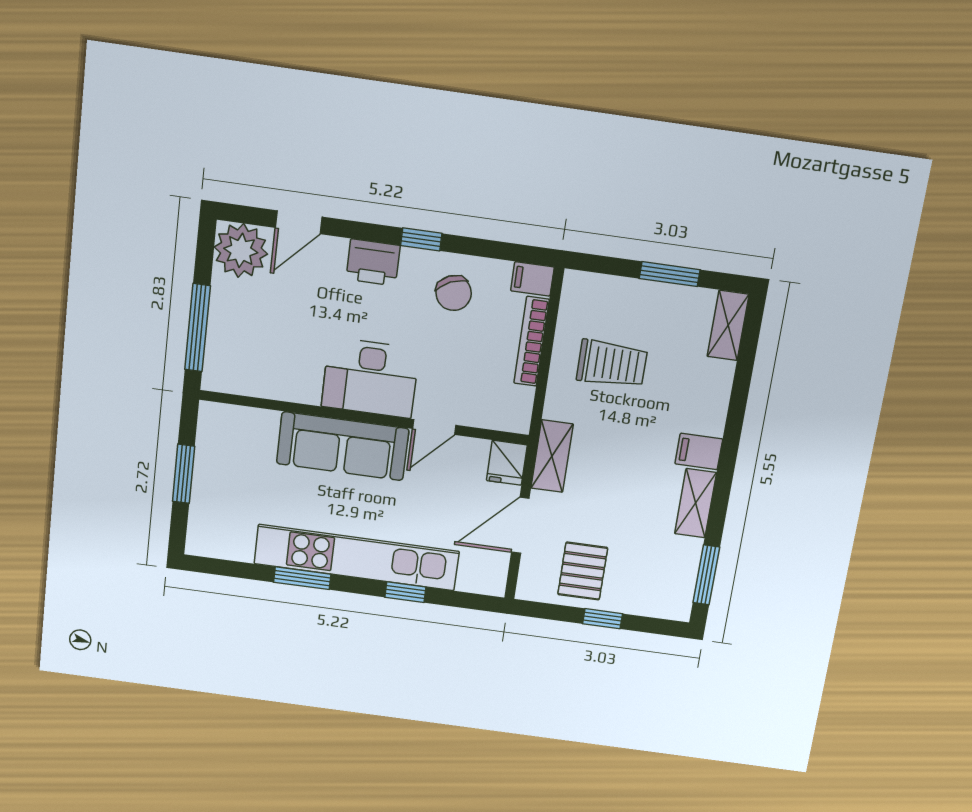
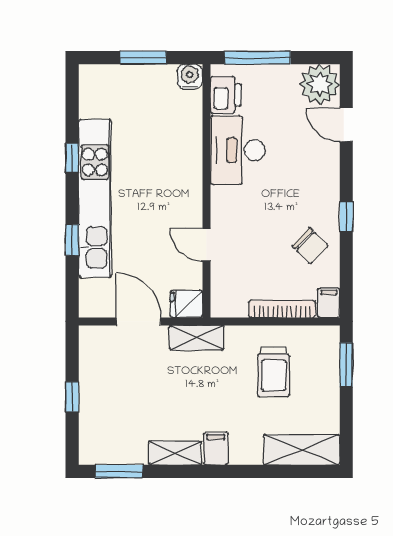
printer: (373, 262) -> (226, 95), moved, turned 180
window: (670, 274) -> (346, 365), moved
chair: (454, 293) -> (310, 246), turned -112
shelving: (728, 325) -> (302, 450), width x1.50, depth x1.33
desk: (370, 378) -> (238, 150), moved
water cooler: (214, 418) -> (190, 77), added
sofa: (343, 446) -> (182, 177), removed
pallet: (583, 571) -> (109, 375), removed
window: (302, 578) -> (72, 158), width x0.67

